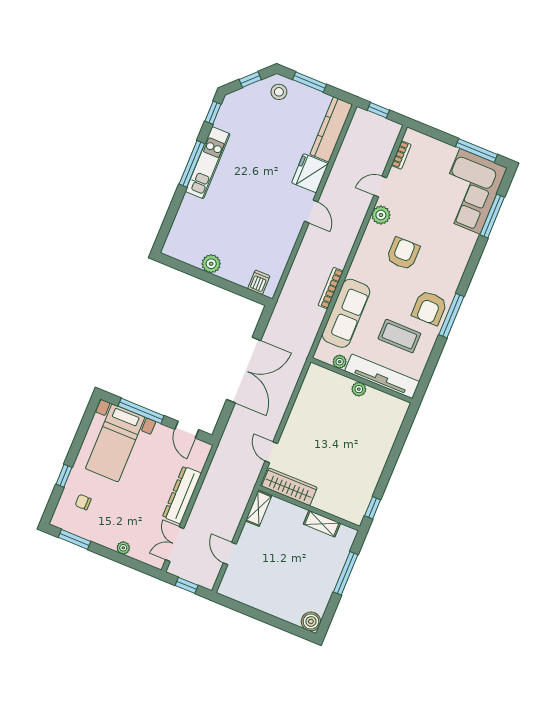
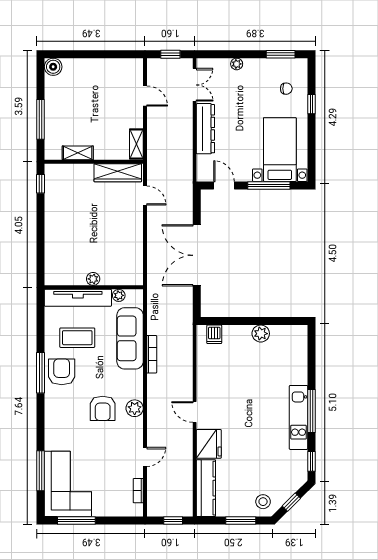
plant: (381, 215) -> (135, 408), moved

